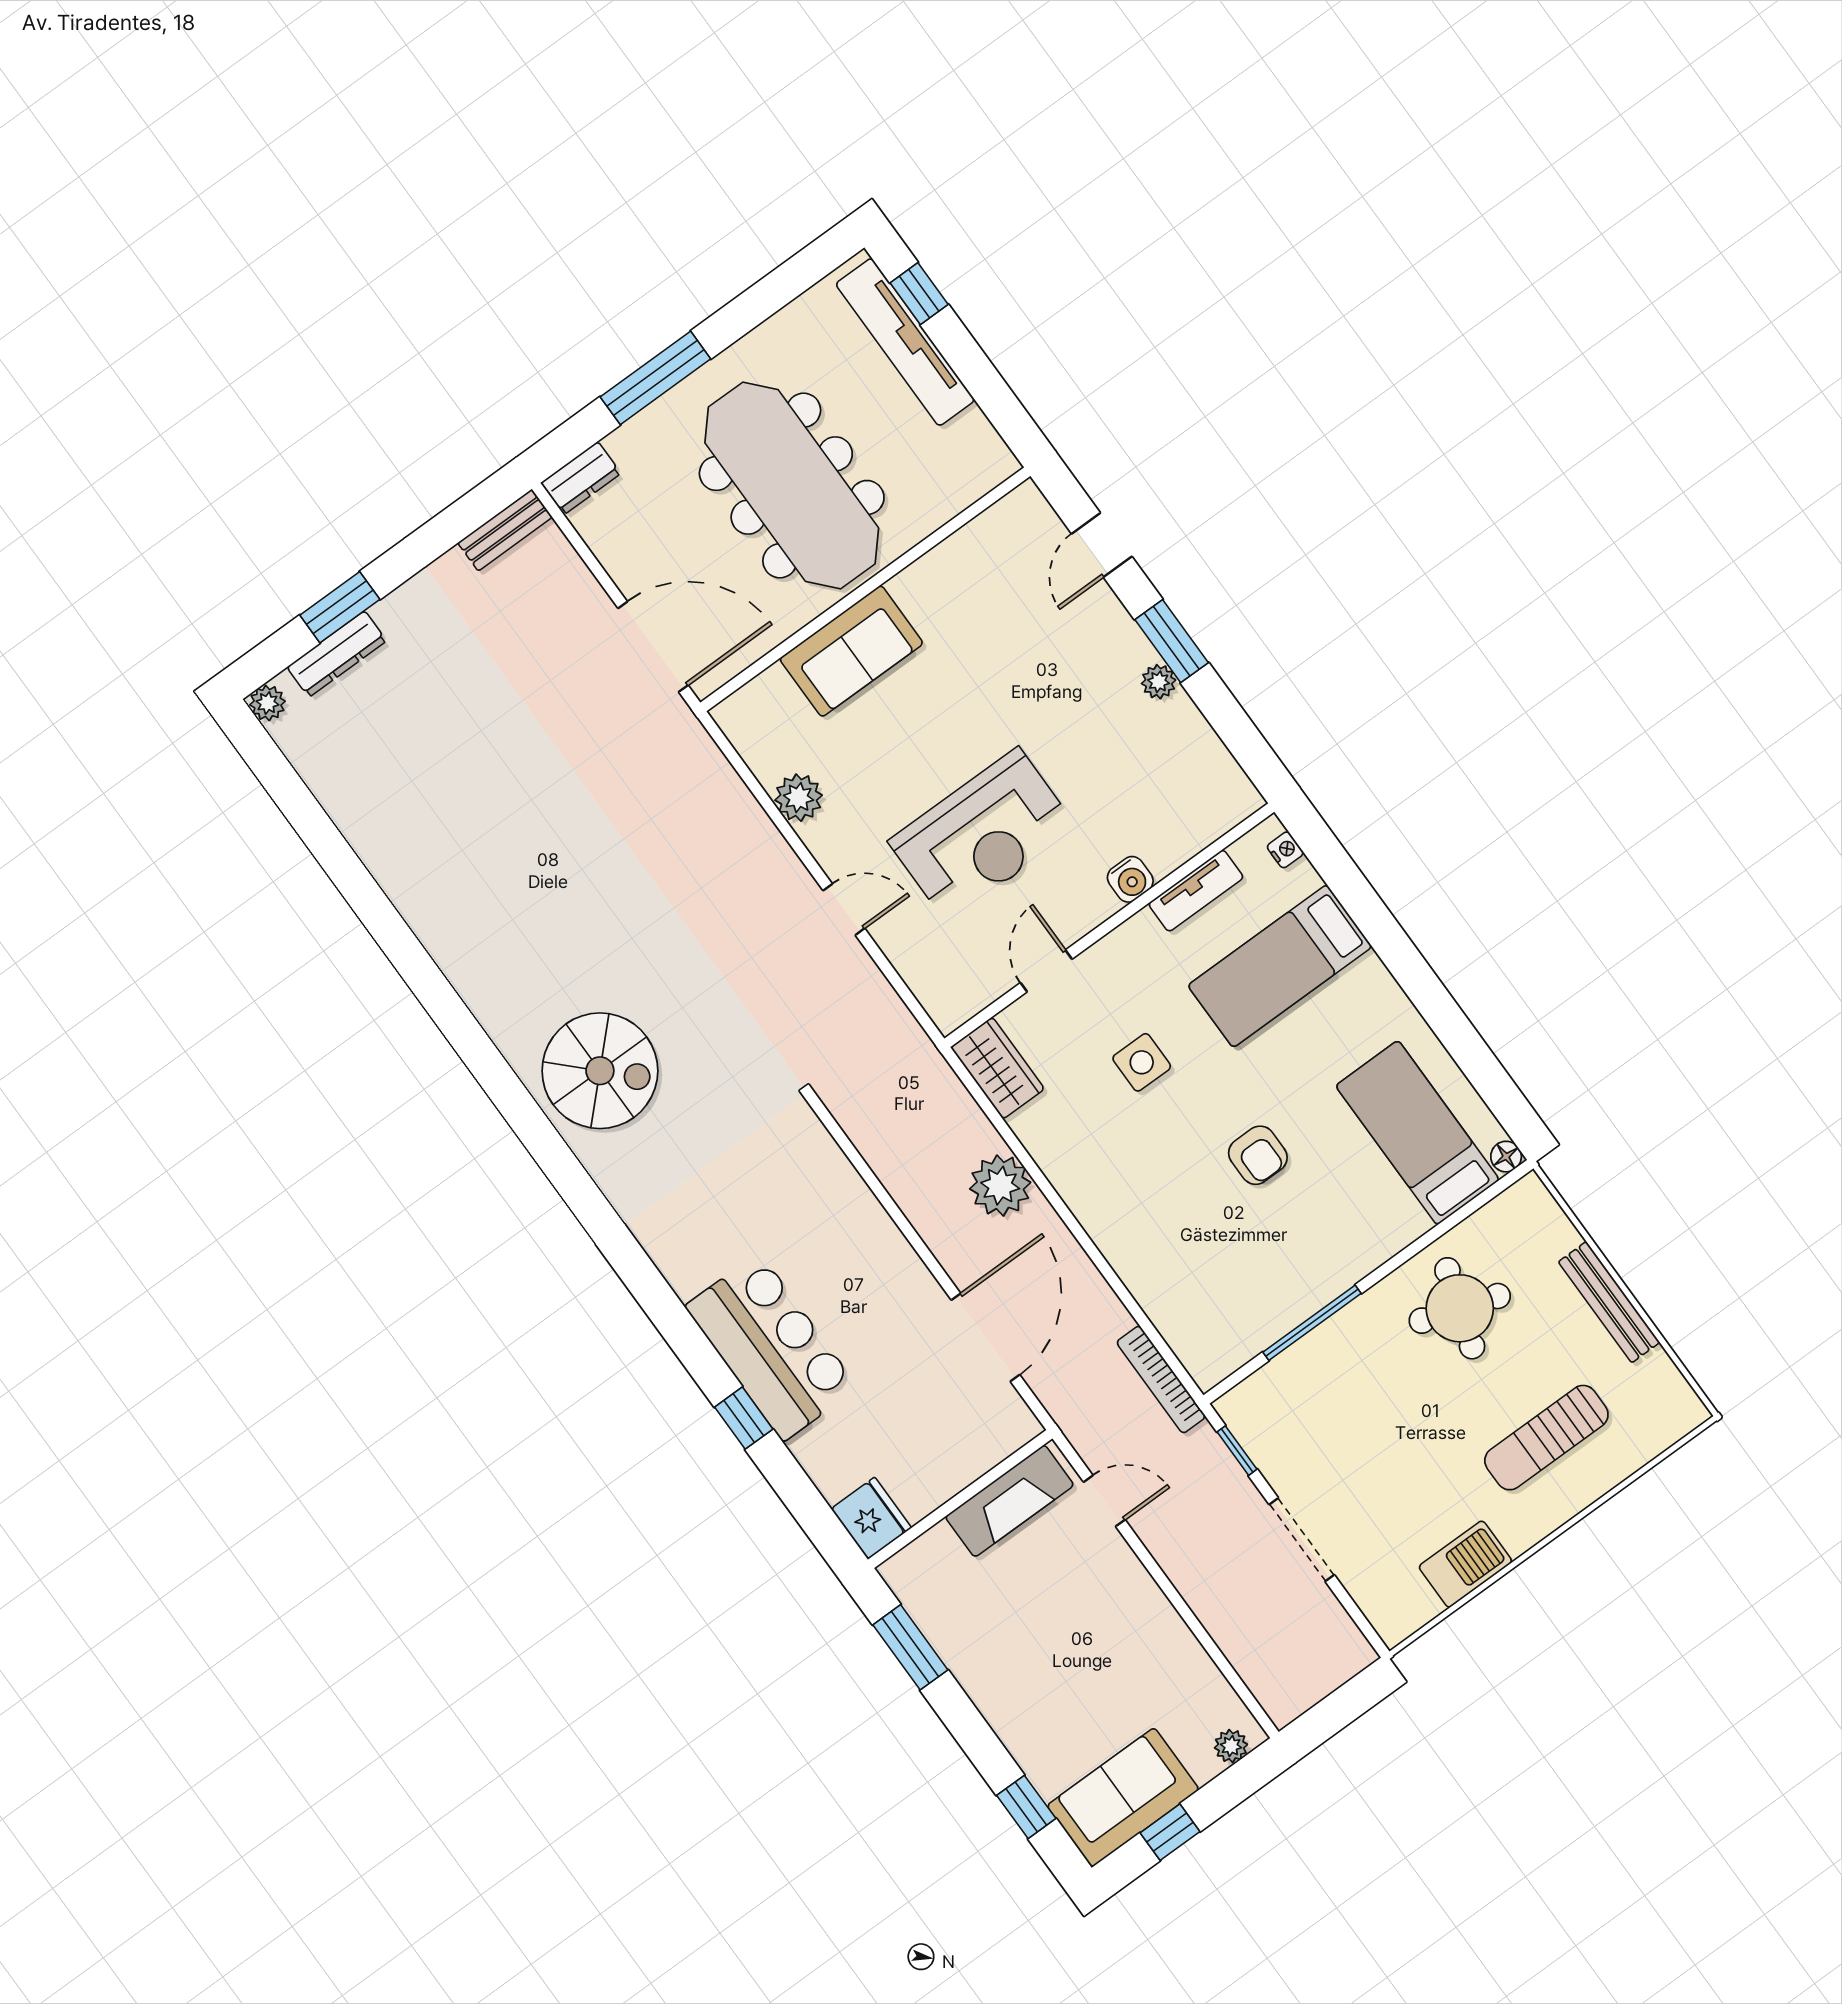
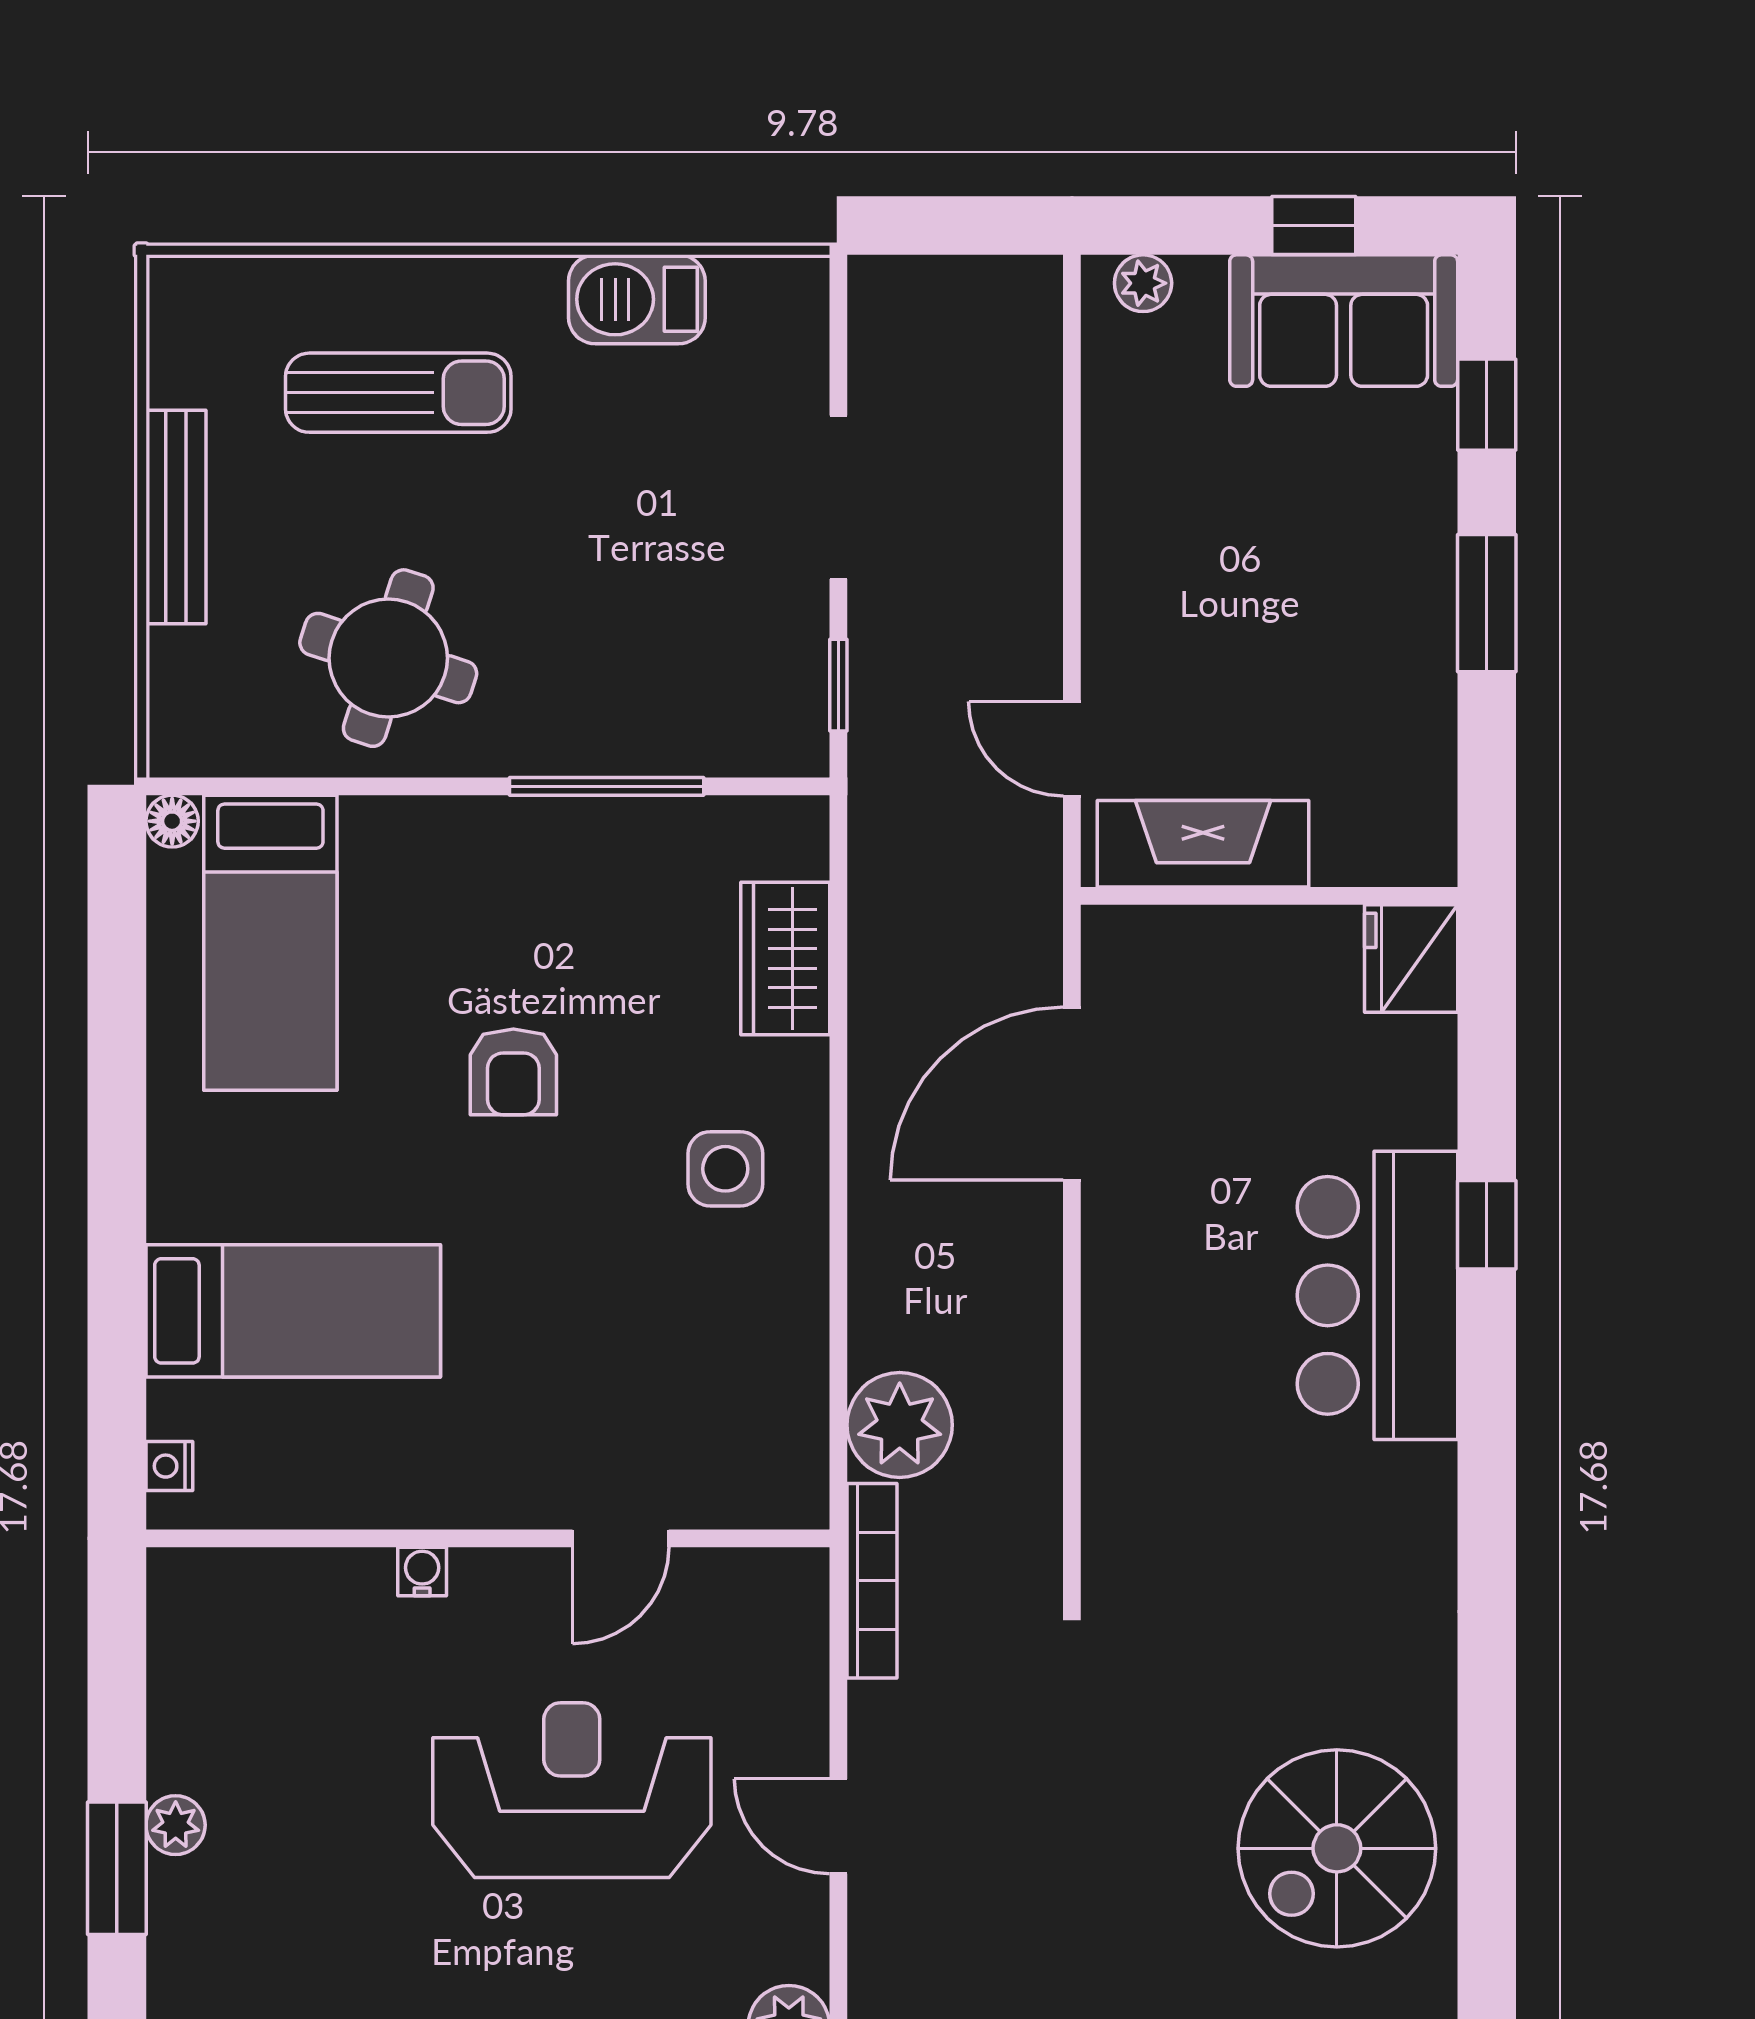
water cooler: (1130, 879) -> (422, 1571), width x0.72, depth x0.72
tv unit: (1196, 891) -> (334, 1499), removed
side table: (1142, 1062) -> (725, 1169), moved
wardrobe: (998, 1068) -> (785, 959), moved
spiral stairs: (600, 1071) -> (1337, 1848), turned -90
armchair: (1258, 1155) -> (513, 1072), turned 180
plant: (1000, 1186) -> (900, 1425), moved
bookcase: (1161, 1379) -> (872, 1581), moved
window: (910, 1647) -> (1487, 603), moved

